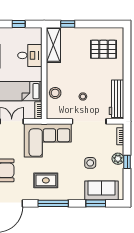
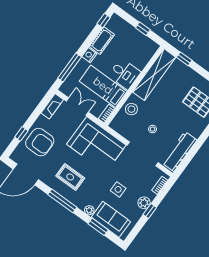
shelving: (53, 45) -> (154, 75), width x1.47
desk: (30, 55) -> (124, 74), moved
plant: (80, 196) -> (89, 210), added

